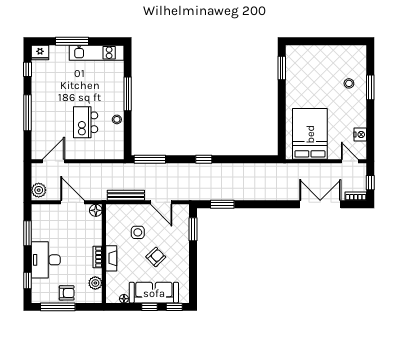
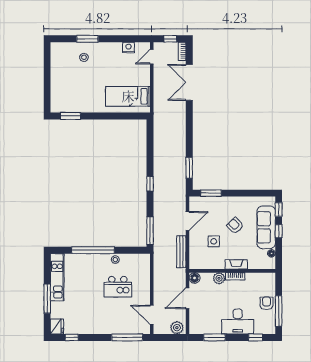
window: (128, 94) -> (93, 250), width x1.46
window: (28, 113) -> (127, 337), moved
bed: (310, 134) -> (128, 96), width x0.67
plant: (95, 283) -> (219, 278), moved

